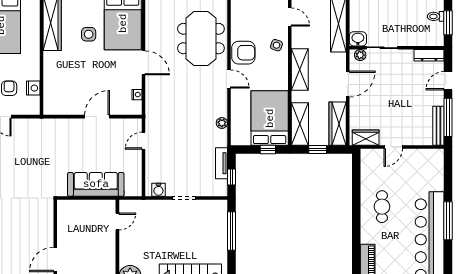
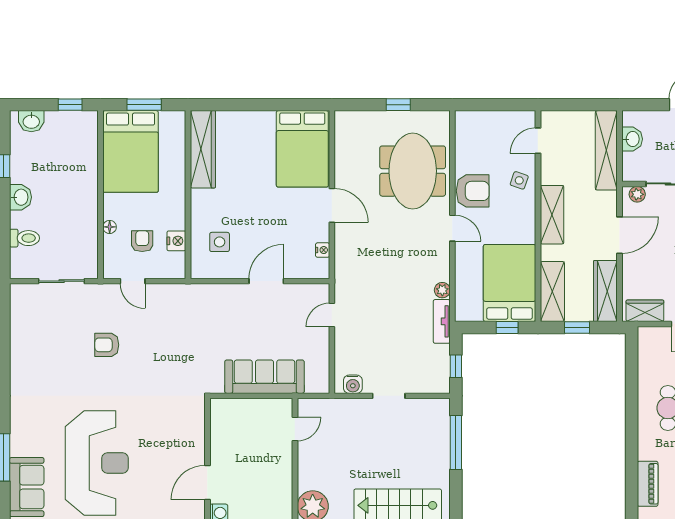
door: (290, 17) -> (538, 141), swing flipped
side table: (89, 34) -> (220, 242), moved
washbasin: (358, 39) -> (632, 139), moved, turned 90
tv unit: (221, 163) -> (442, 321), moved

